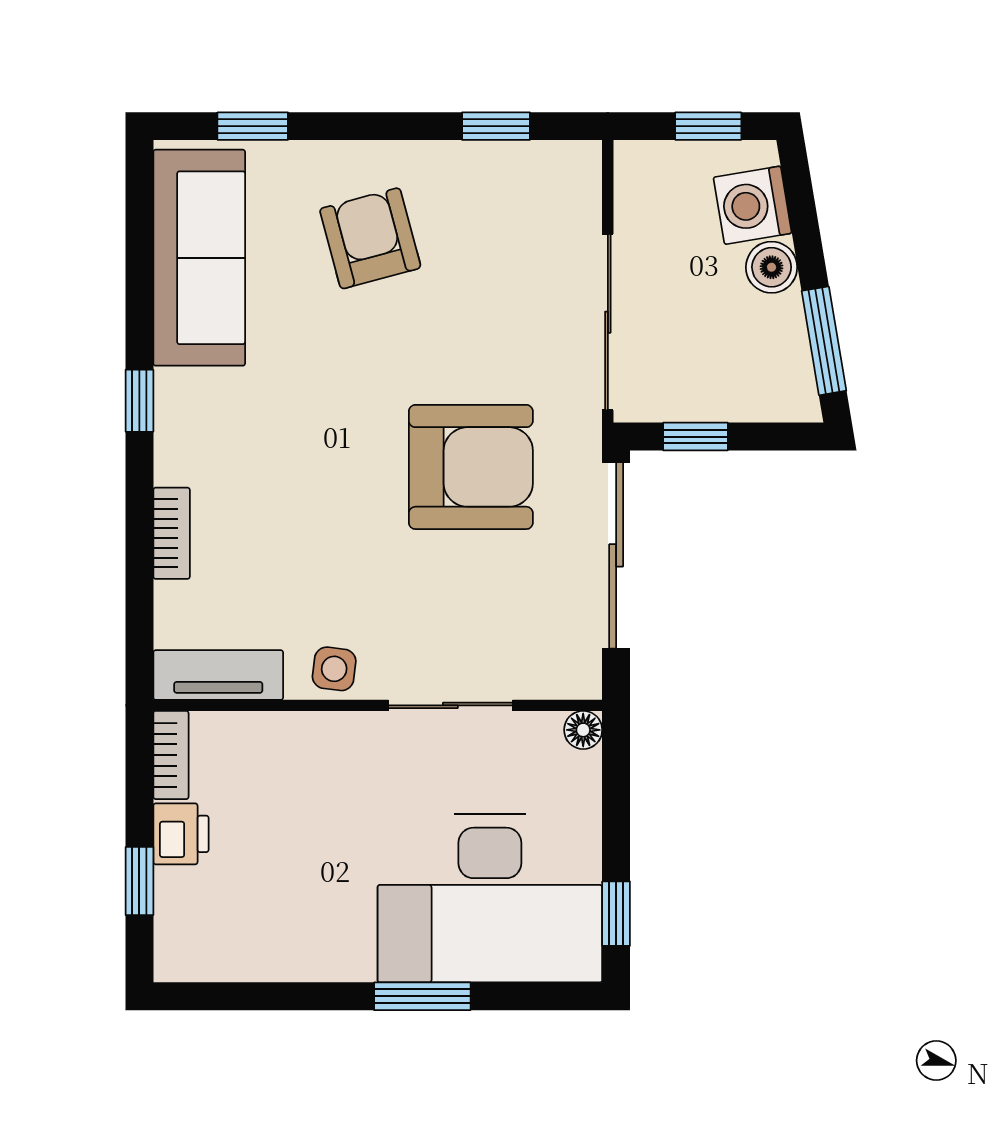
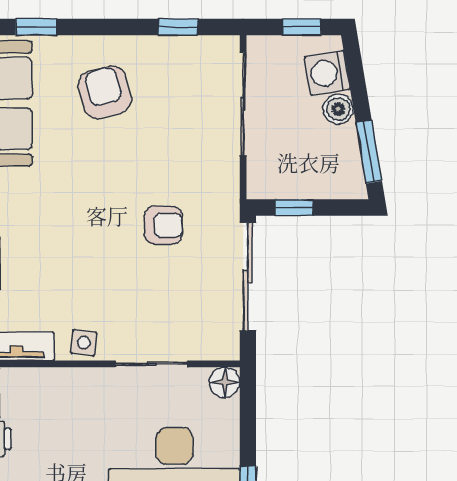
sliding door: (608, 322) -> (243, 104), moved
armchair: (471, 467) -> (163, 225), width x0.53, depth x0.53
floor lamp: (583, 730) -> (225, 382), width x1.37, depth x1.37

